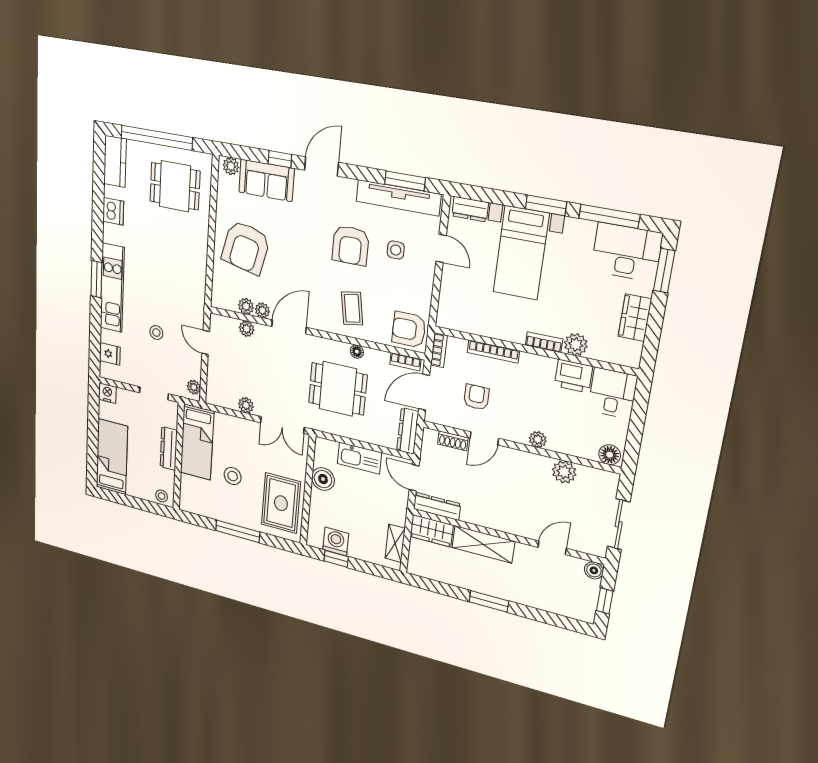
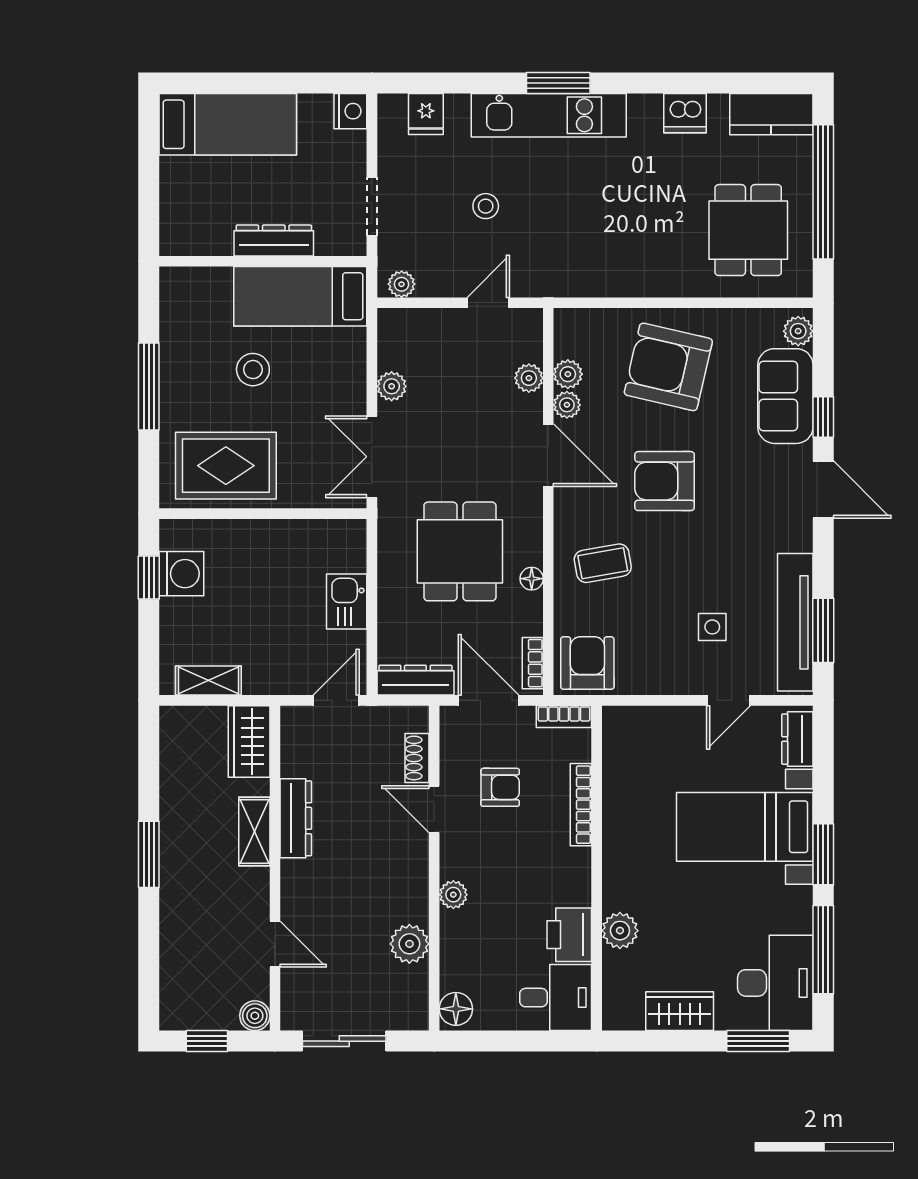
armchair: (351, 245) -> (665, 481), moved
bookcase: (544, 342) -> (613, 882), removed
kitchen sink: (359, 458) -> (347, 602), width x0.73
boiler: (323, 479) -> (292, 540), removed
stool: (162, 496) -> (177, 230), removed
dresser: (437, 506) -> (296, 818), moved
shelving: (483, 544) -> (254, 831), width x0.67, depth x0.75

